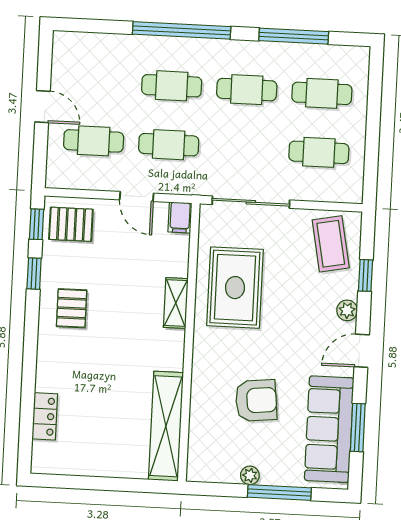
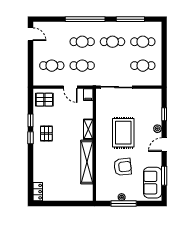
door: (42, 107) -> (30, 34), moved
window: (37, 224) -> (30, 138), moved
coffee table: (331, 244) -> (149, 102), removed
rug: (235, 288) -> (123, 133), moved
locker: (45, 416) -> (38, 192), moved
shelving: (166, 426) -> (87, 162), moved
sofa: (329, 429) -> (153, 183), width x0.73
window: (279, 493) -> (124, 204), moved

